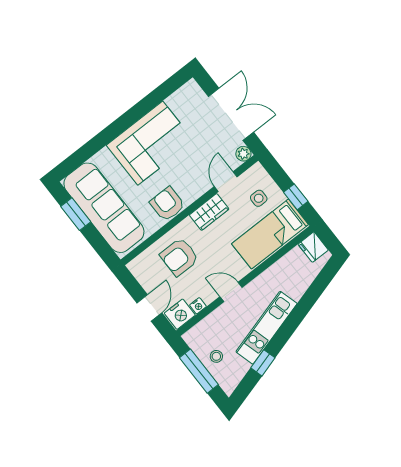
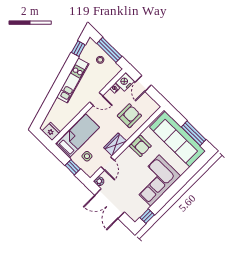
window: (171, 85) -> (147, 216), added
window: (296, 197) -> (73, 167), moved
window: (76, 214) -> (194, 133), width x1.44
window: (263, 363) -> (78, 49), moved

